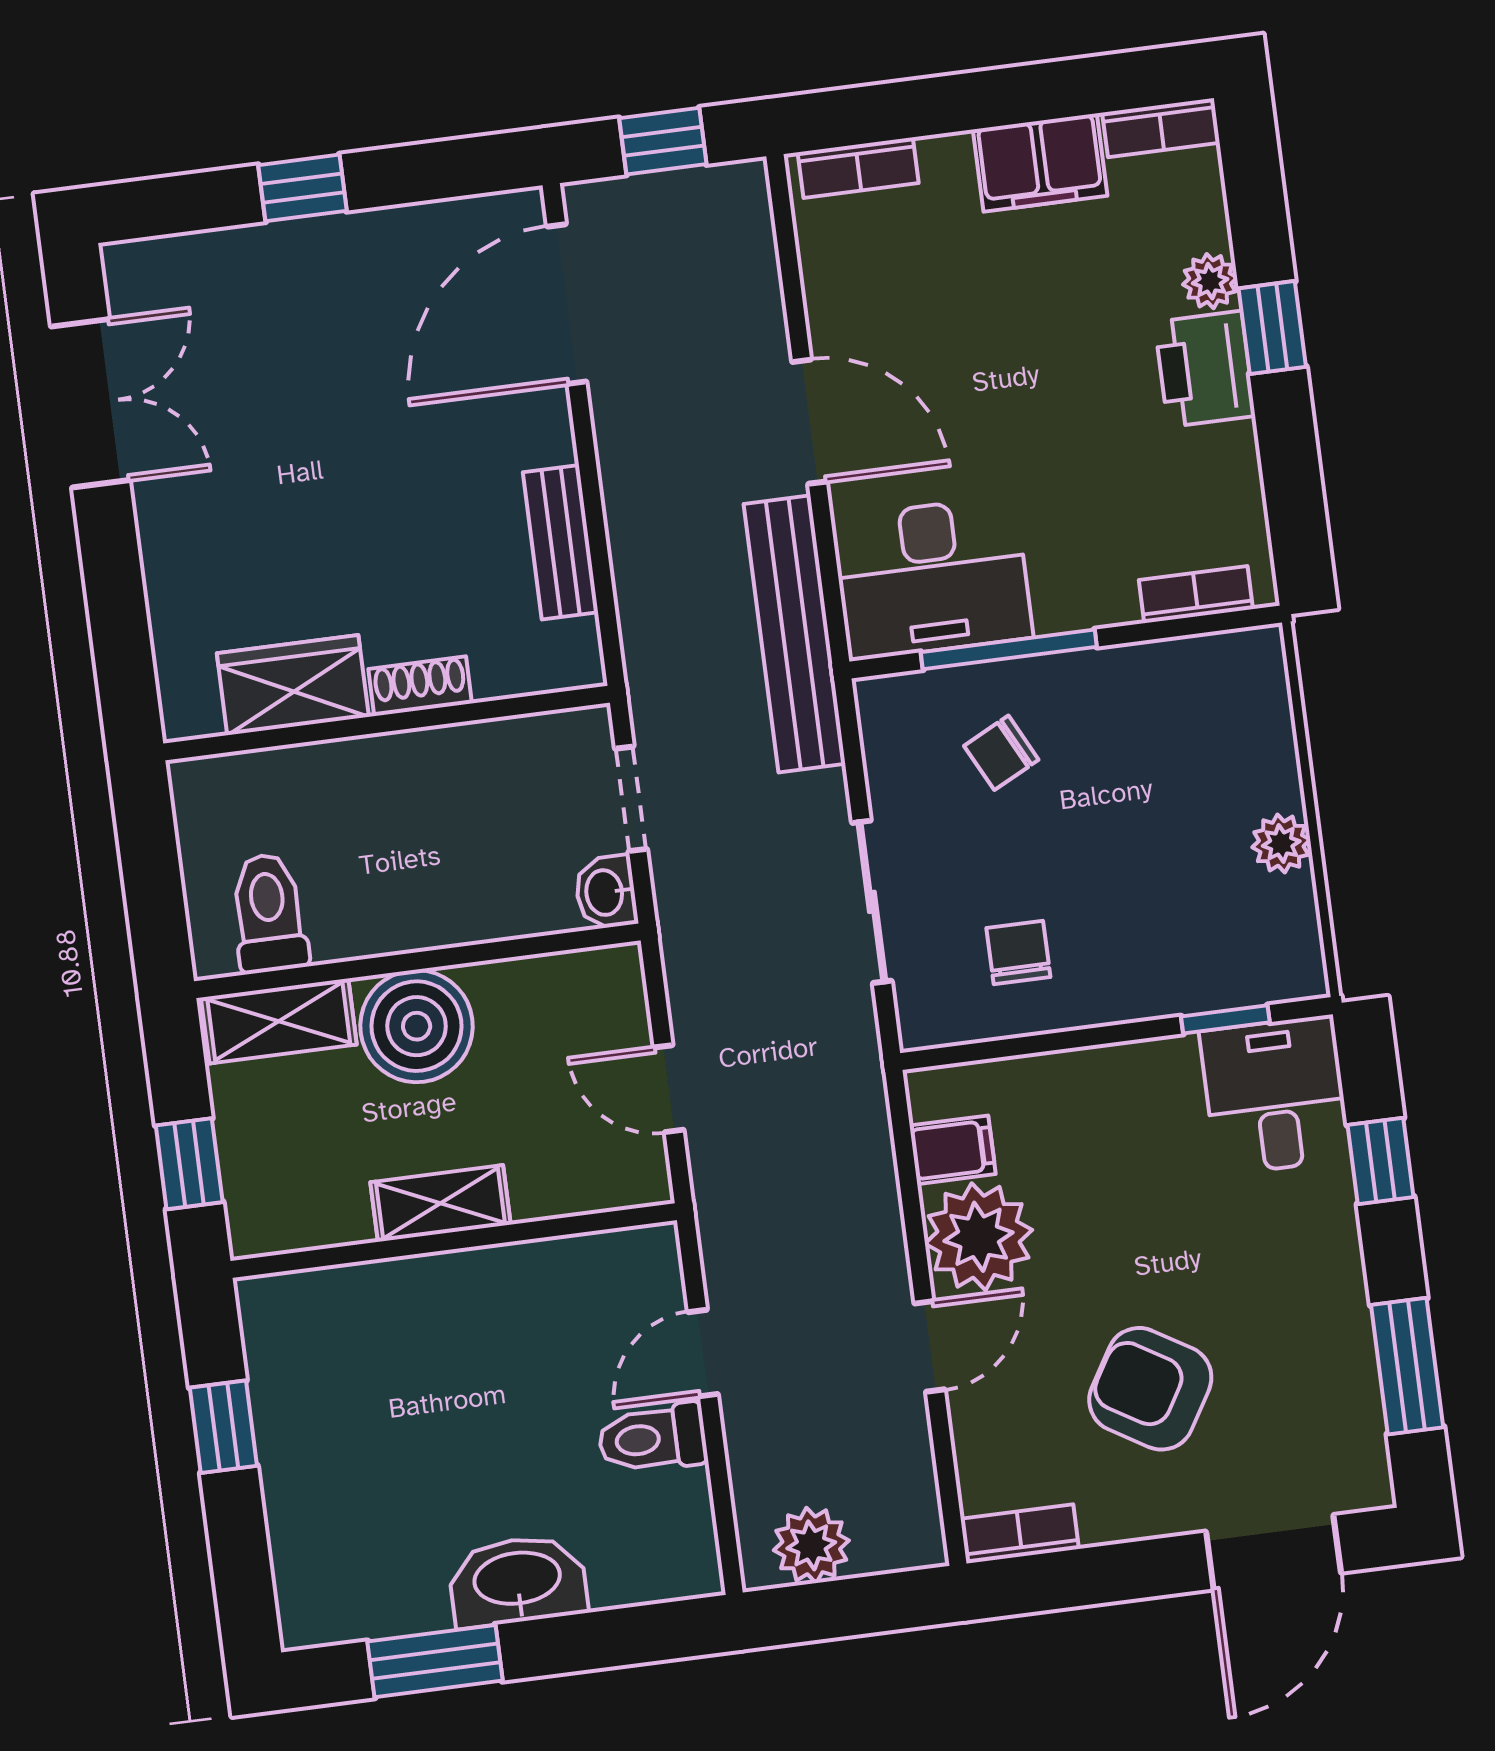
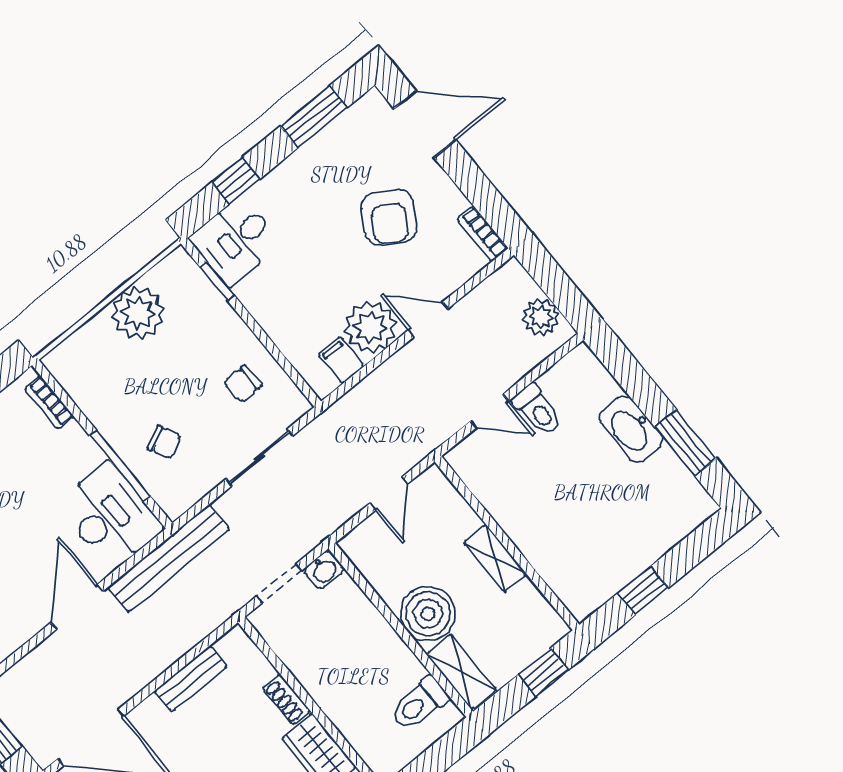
plant: (1281, 844) -> (138, 313), width x1.87, depth x1.87

